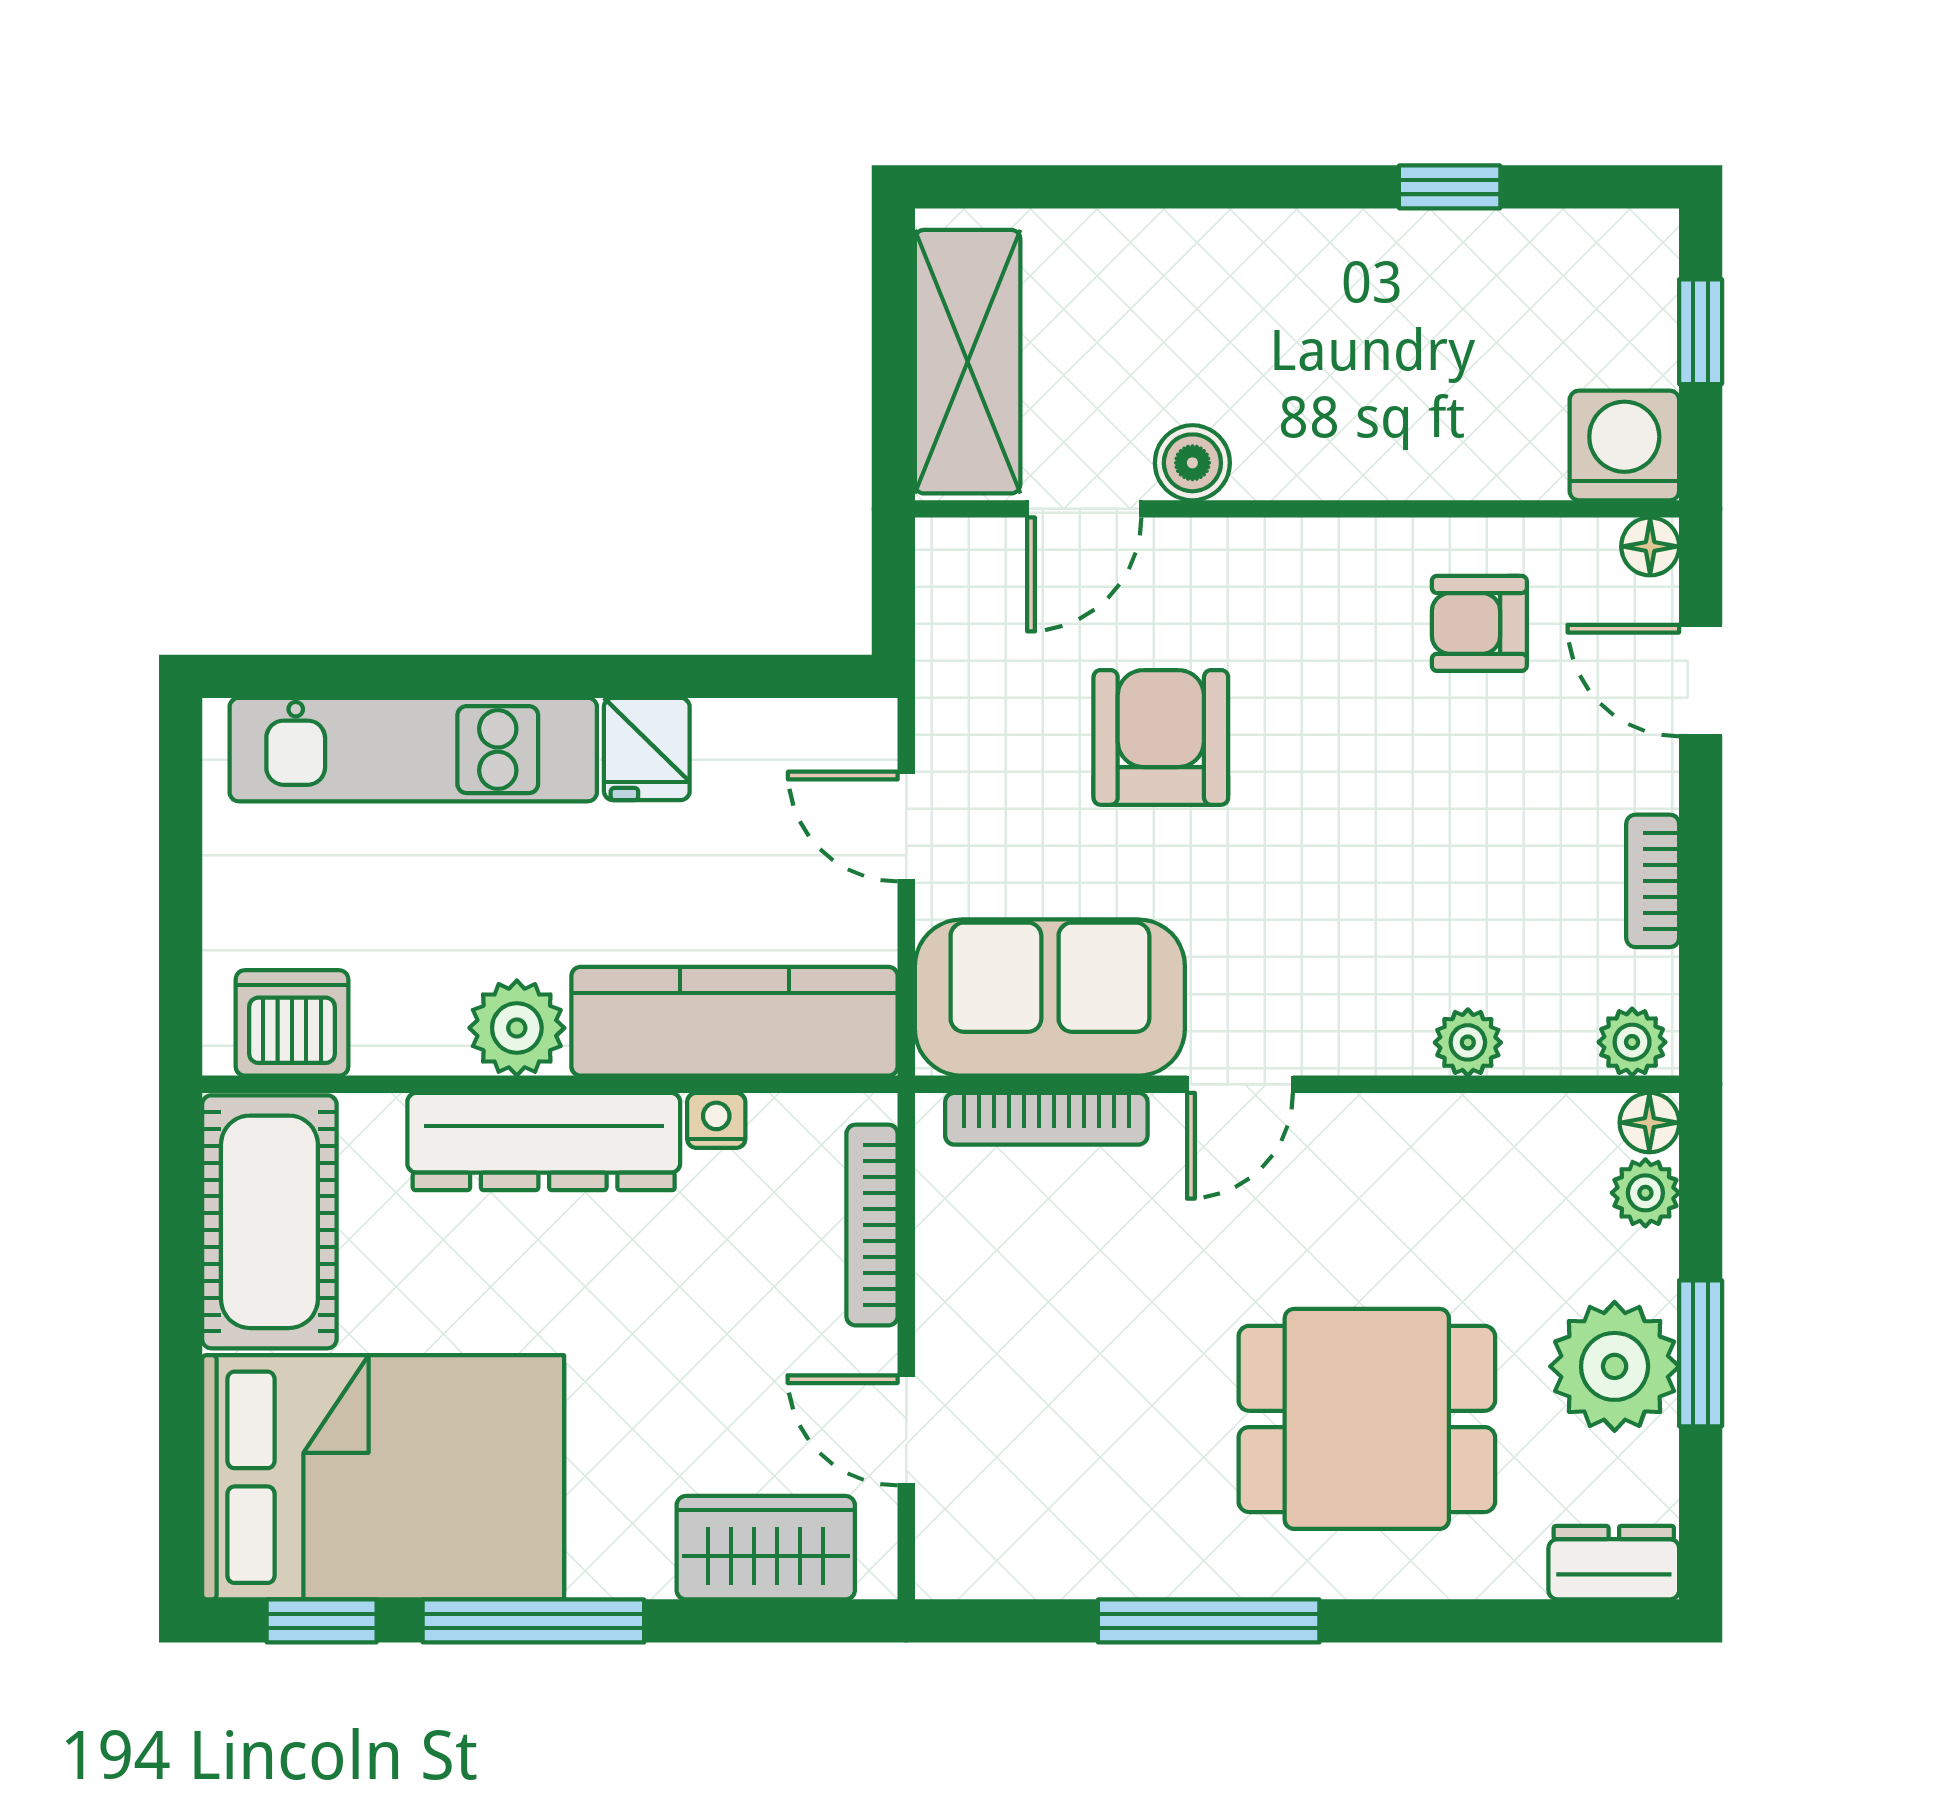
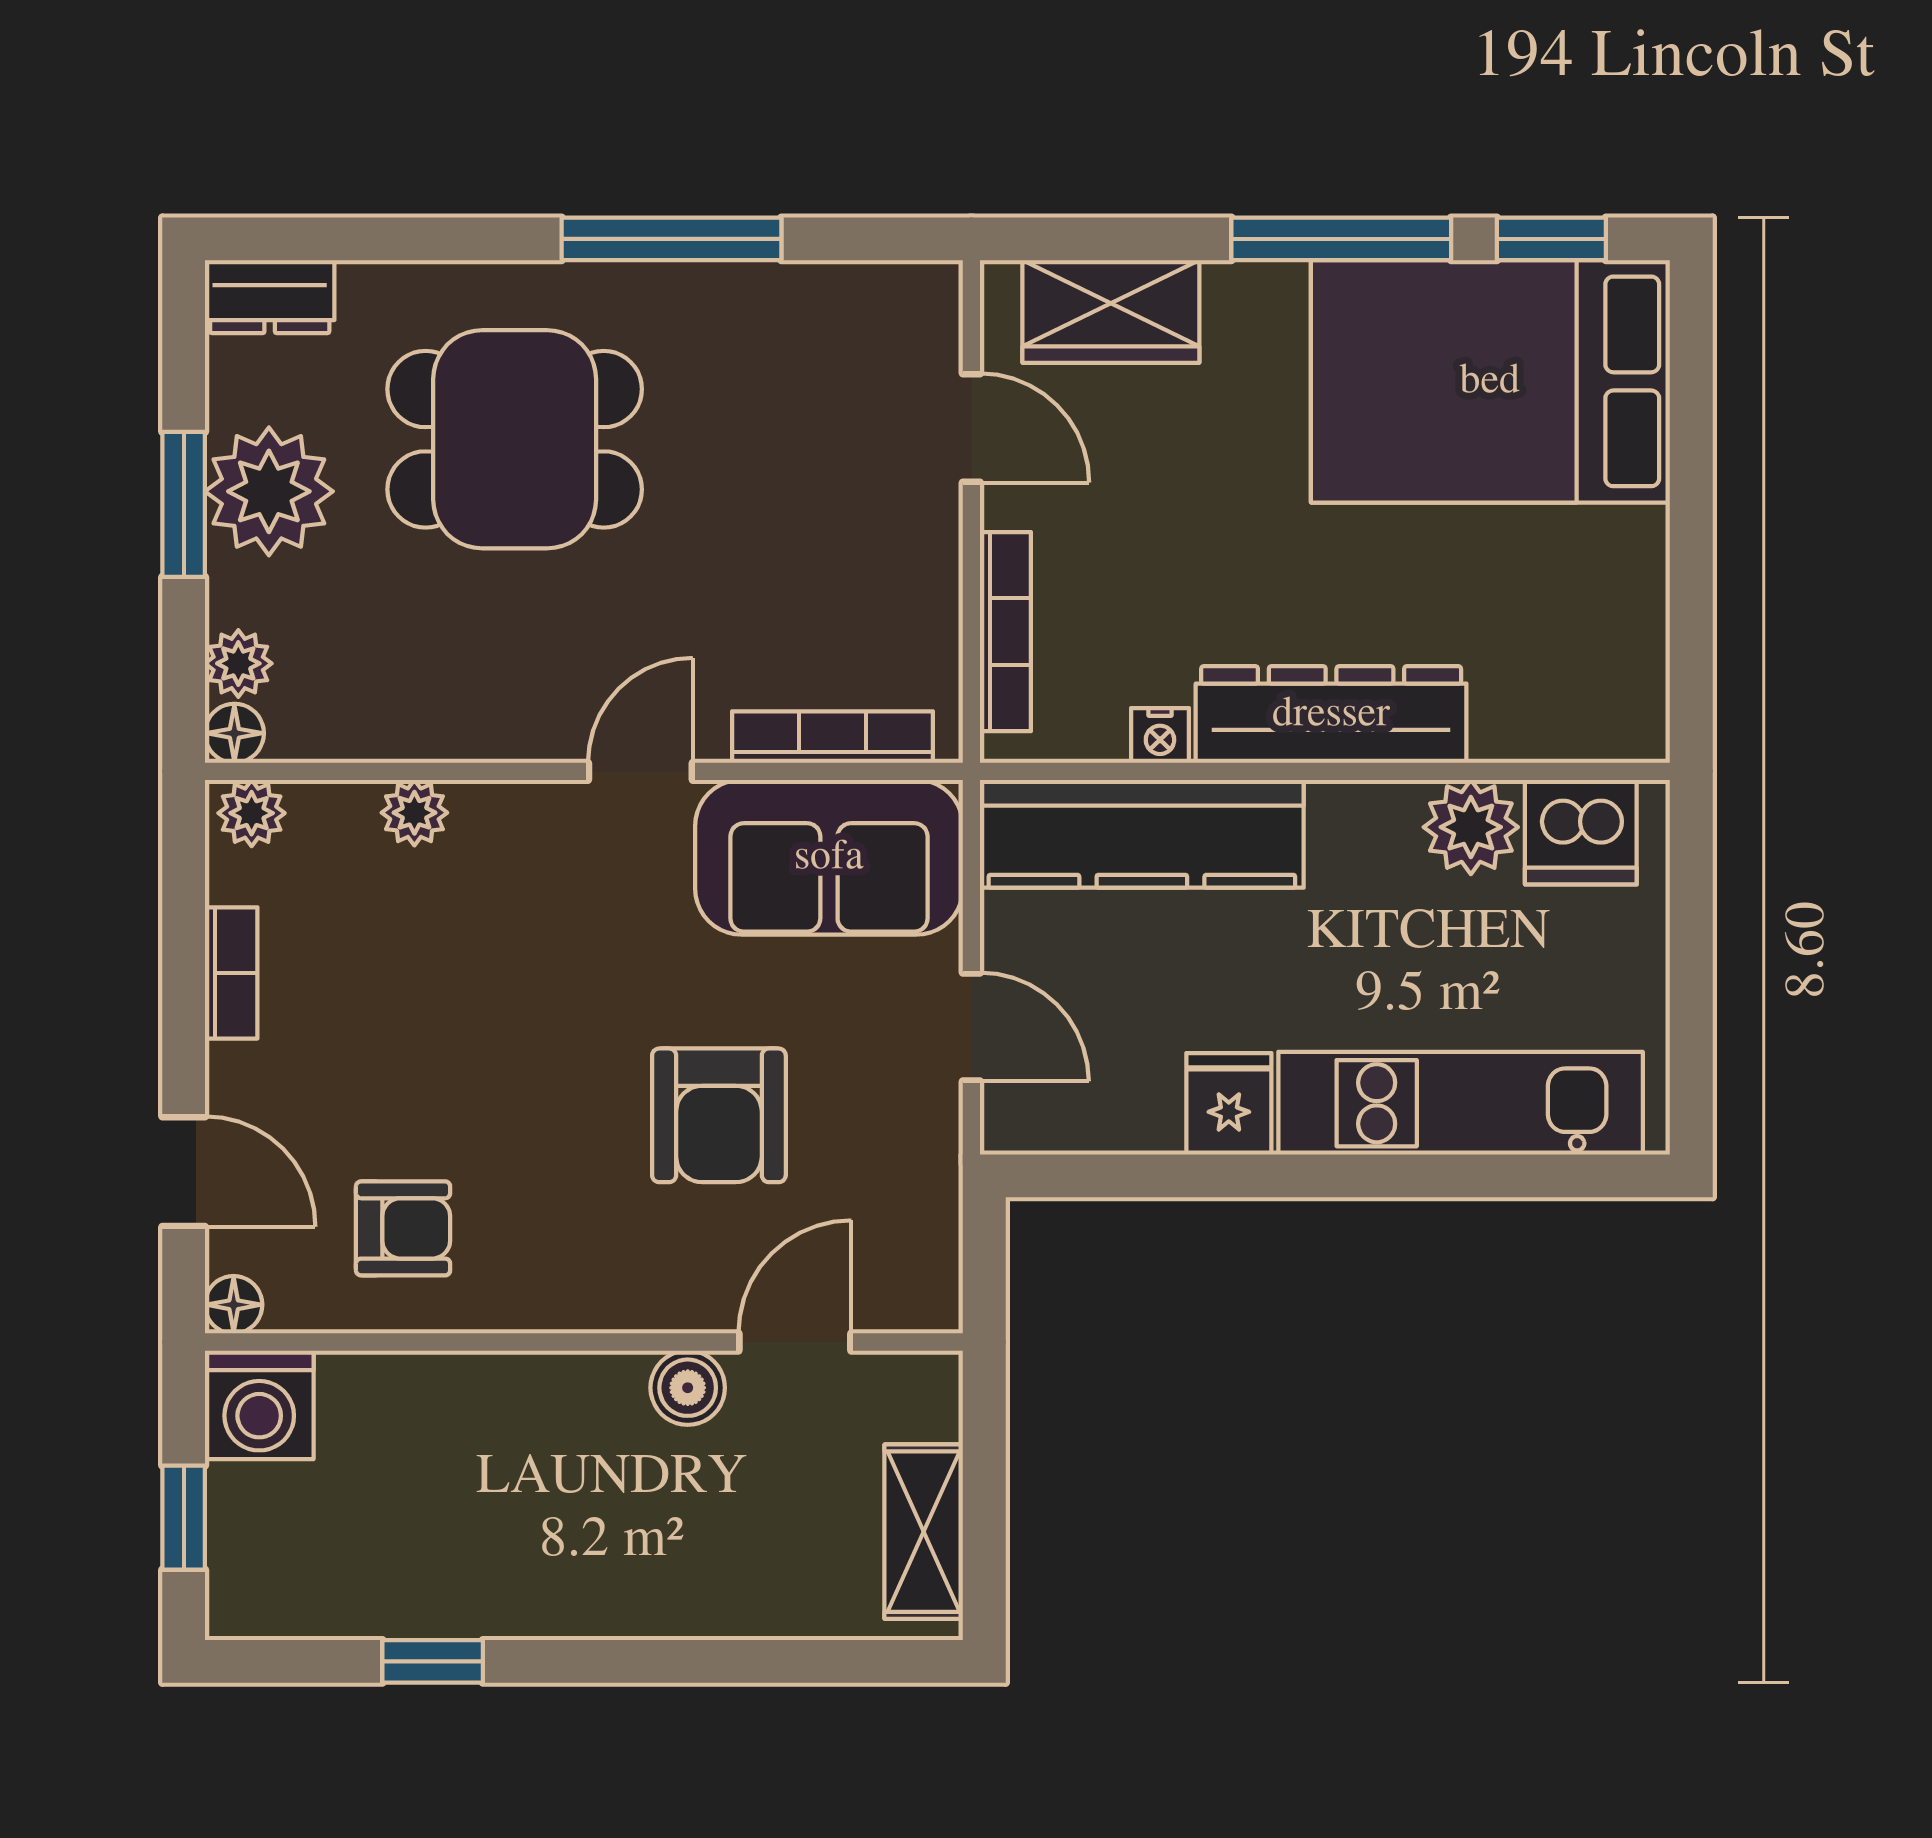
shelving: (968, 362) -> (924, 1532), width x0.67, depth x0.75
plant: (517, 1028) -> (1471, 827), moved
cot: (269, 1222) -> (1603, 635), removed

